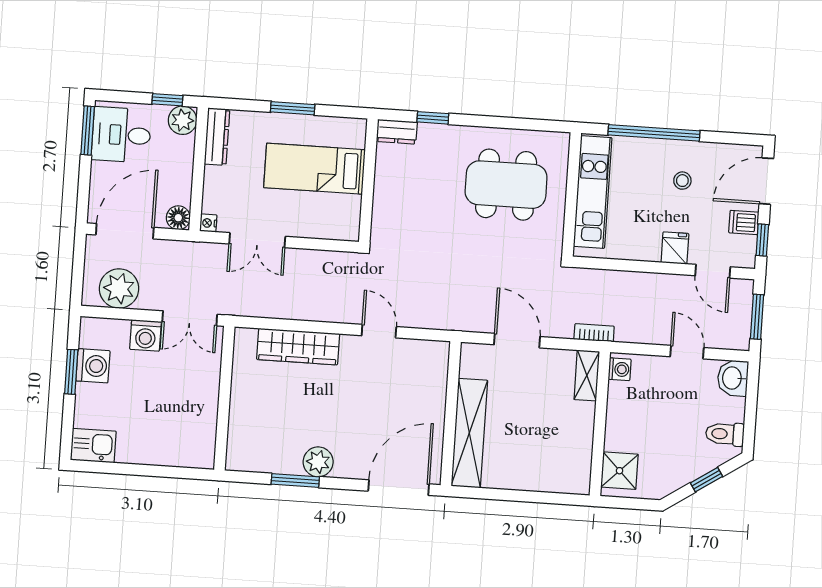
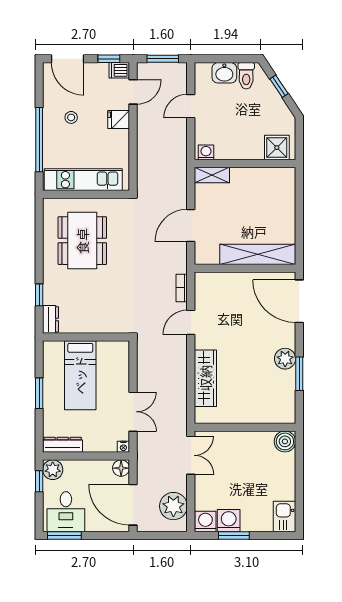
dishwasher: (744, 222) -> (119, 70), moved, turned 90
bookcase: (594, 333) -> (182, 288), moved
washing machine: (145, 335) -> (205, 521), moved, turned -90
washbasin: (733, 378) -> (224, 73), moved
boiler: (200, 454) -> (285, 441), added

